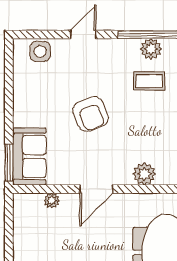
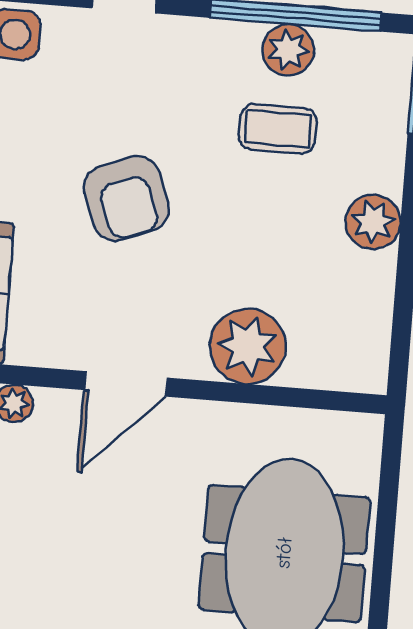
plant: (144, 174) -> (248, 346), width x1.36, depth x1.36

